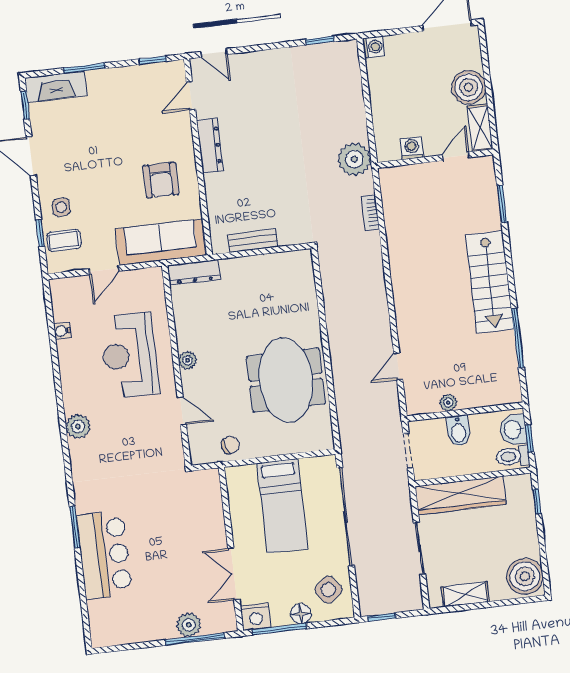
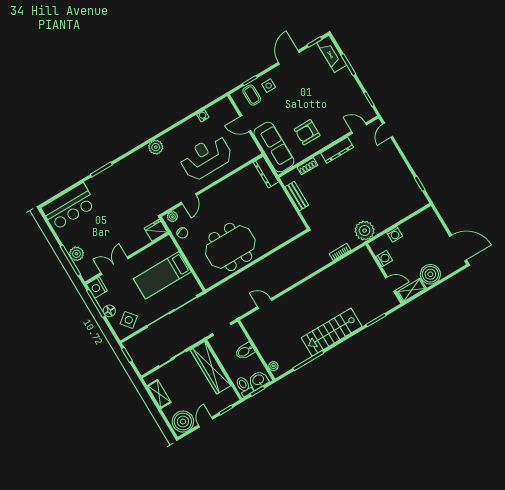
washing machine: (373, 47) -> (395, 234), moved
shoe rack: (214, 203) -> (307, 166), added
plant: (188, 360) -> (172, 217), moved
plant: (448, 403) -> (273, 366), moved
fridge: (207, 484) -> (156, 230), added
door: (542, 541) -> (206, 422), added
bar counter: (104, 555) -> (69, 207), moved

